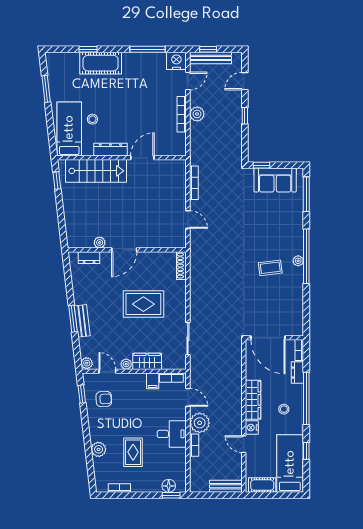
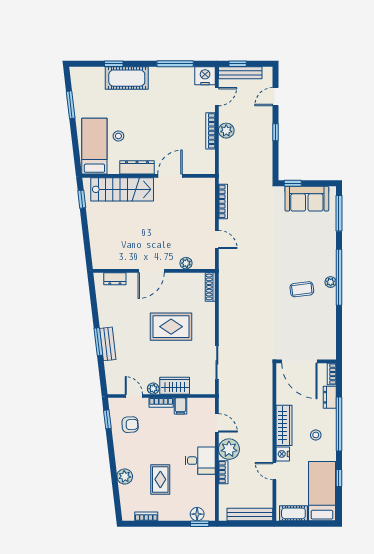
plant: (100, 243) -> (186, 263), moved
plant: (87, 363) -> (113, 388), removed
bookcase: (171, 378) -> (161, 403), moved
bench: (226, 486) -> (250, 515), width x1.36

